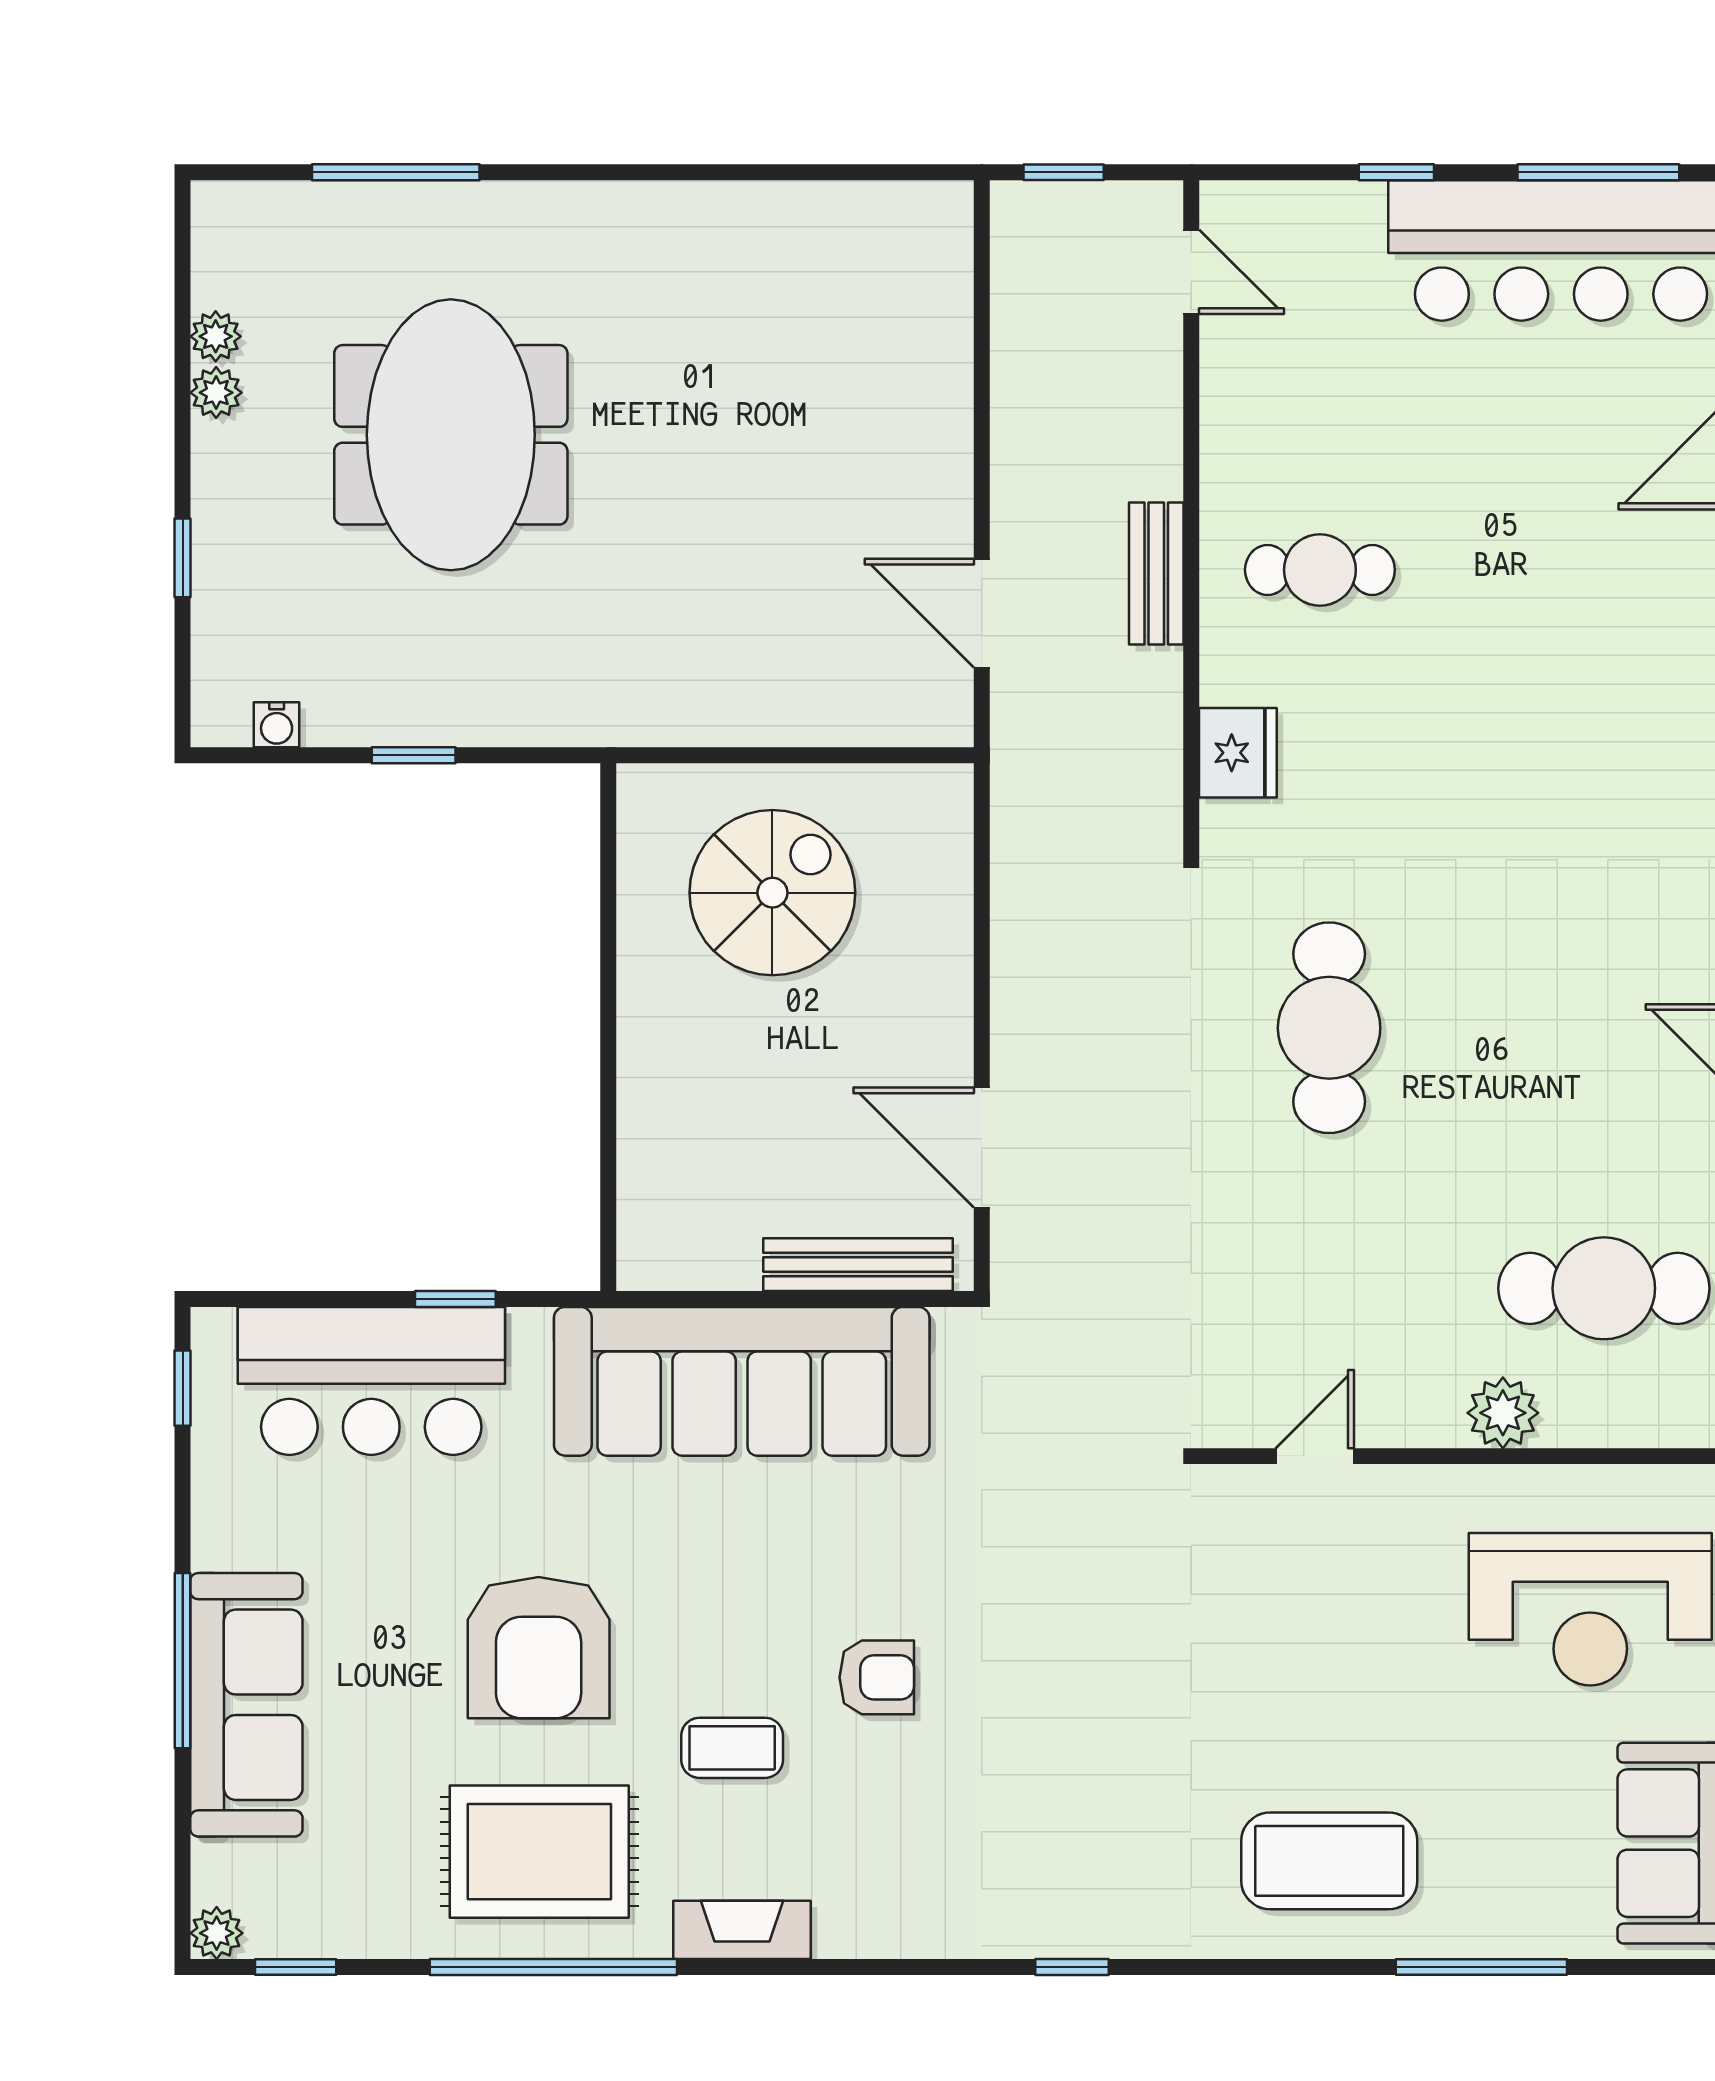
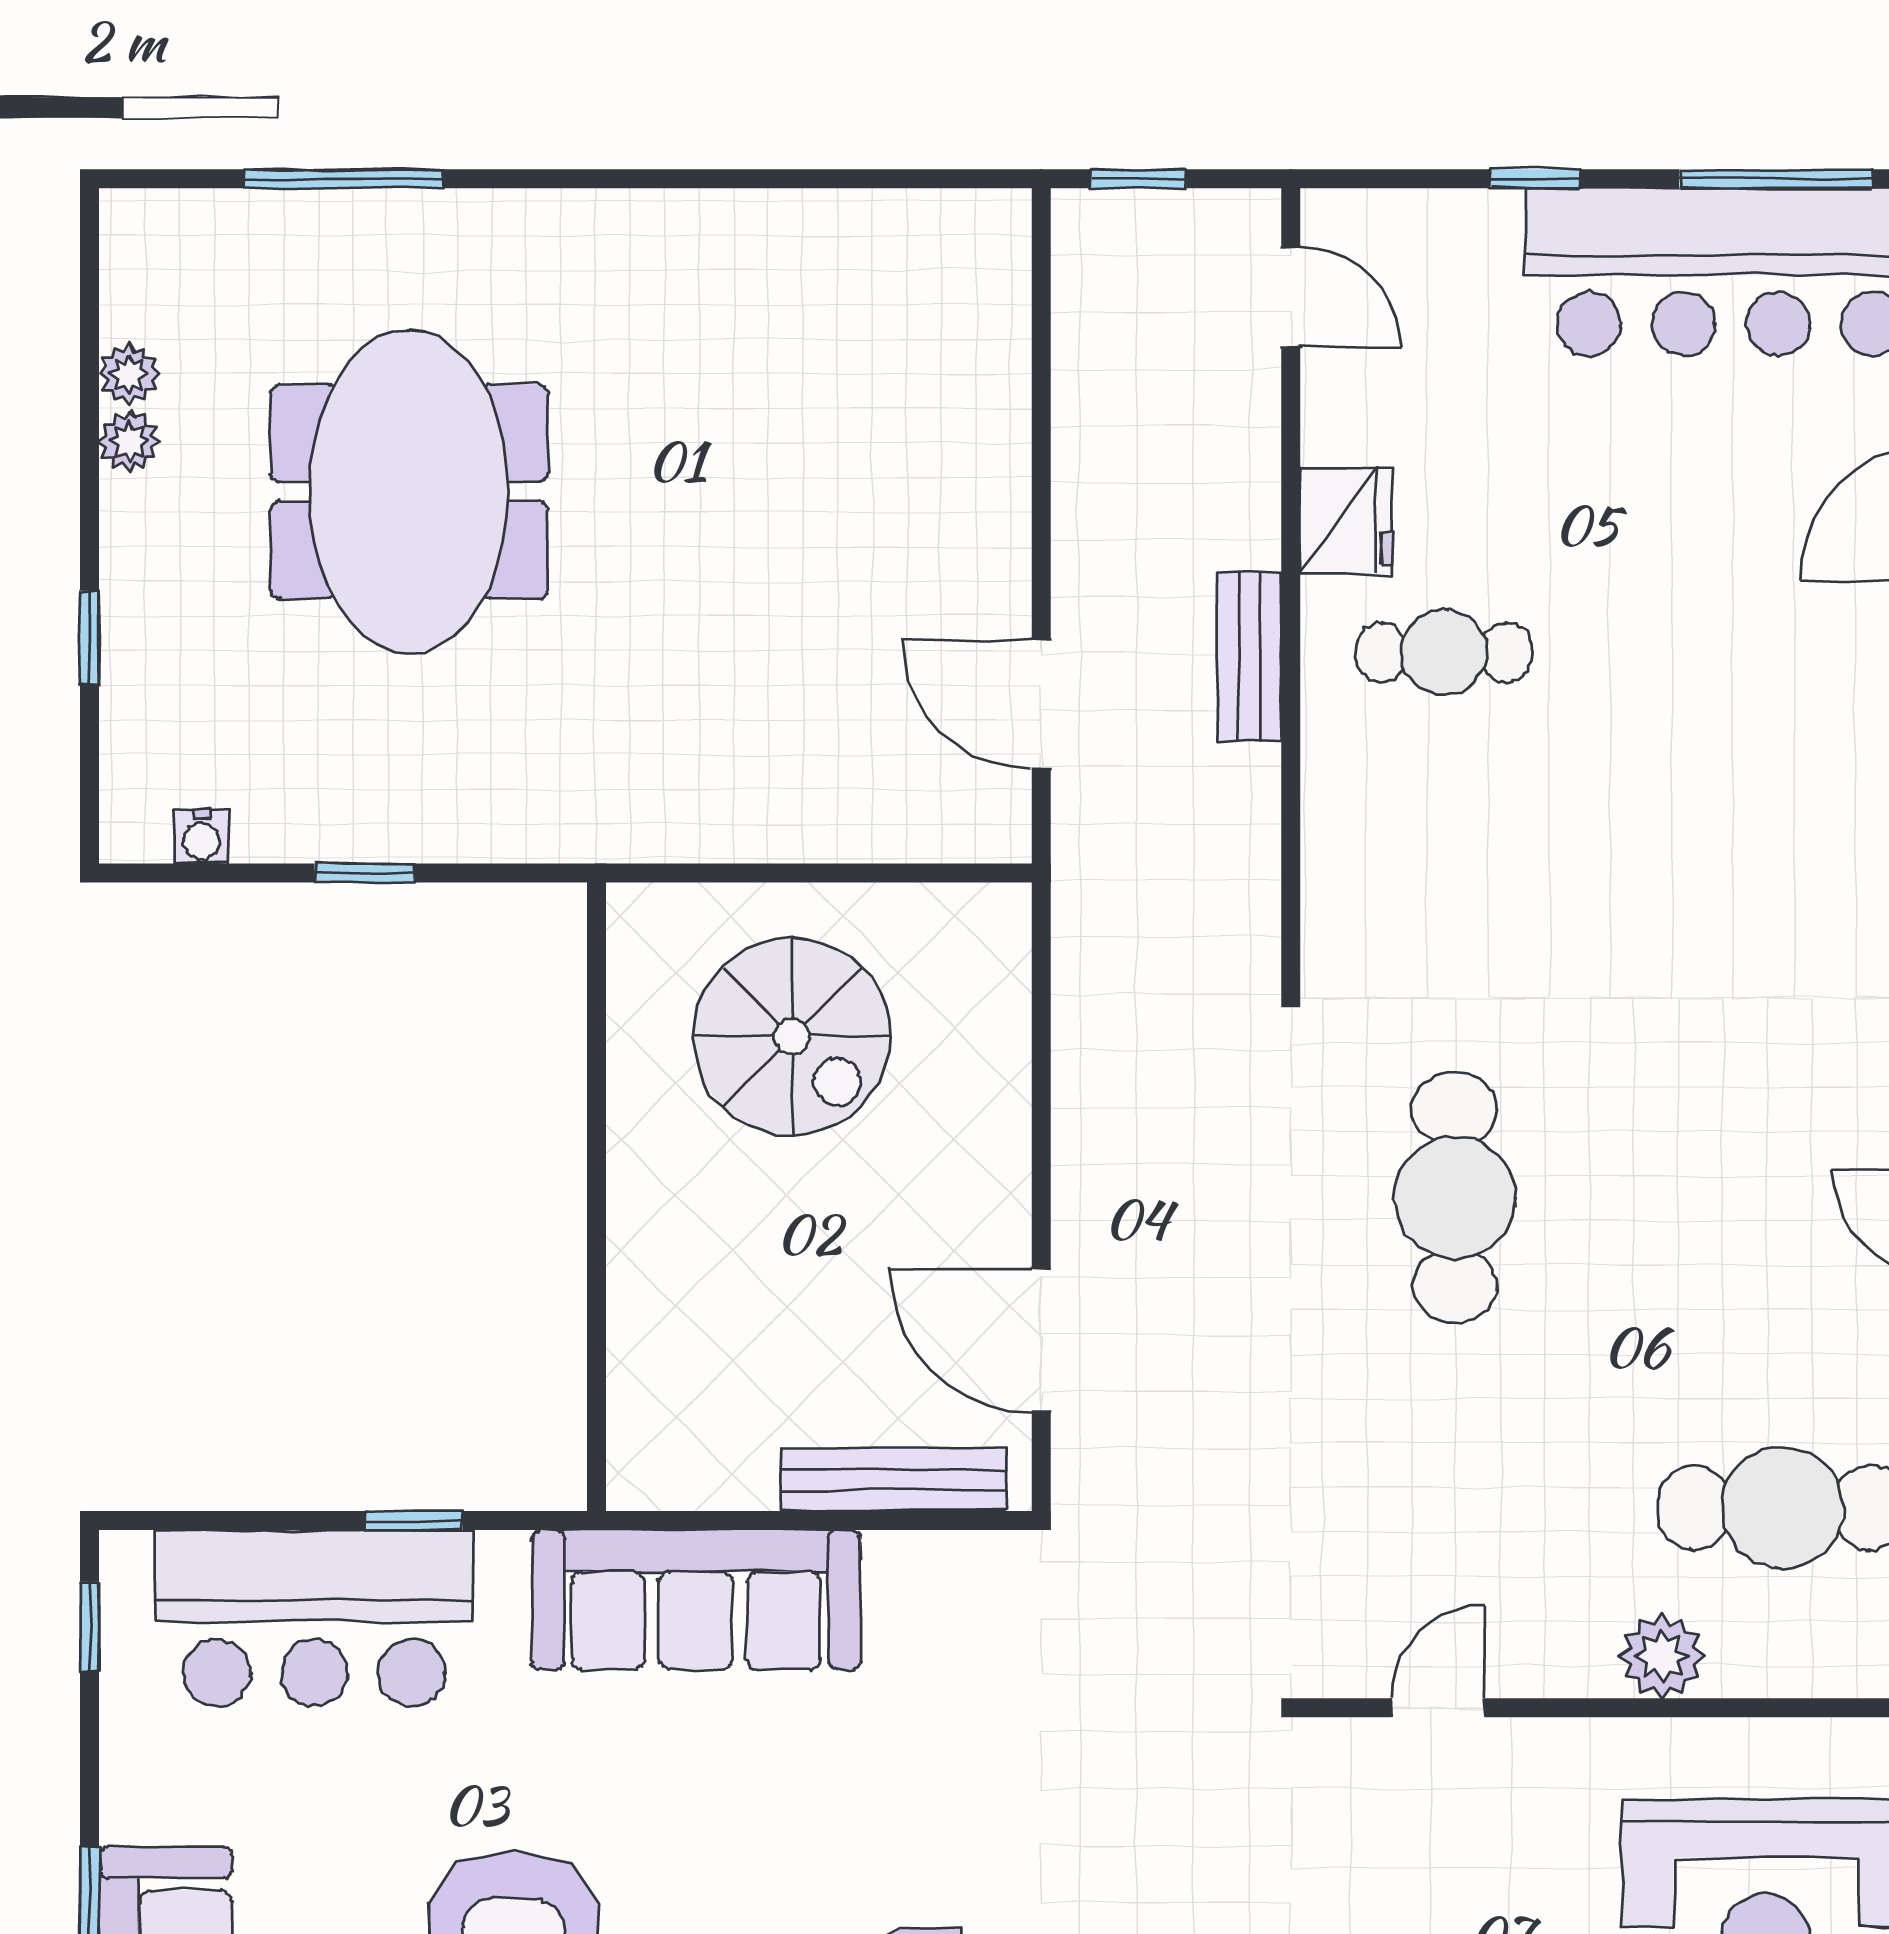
fridge: (1238, 753) -> (1346, 520), moved
spiral stairs: (772, 893) -> (792, 1037), turned 90
sofa: (742, 1381) -> (696, 1600), width x0.74, depth x0.79

